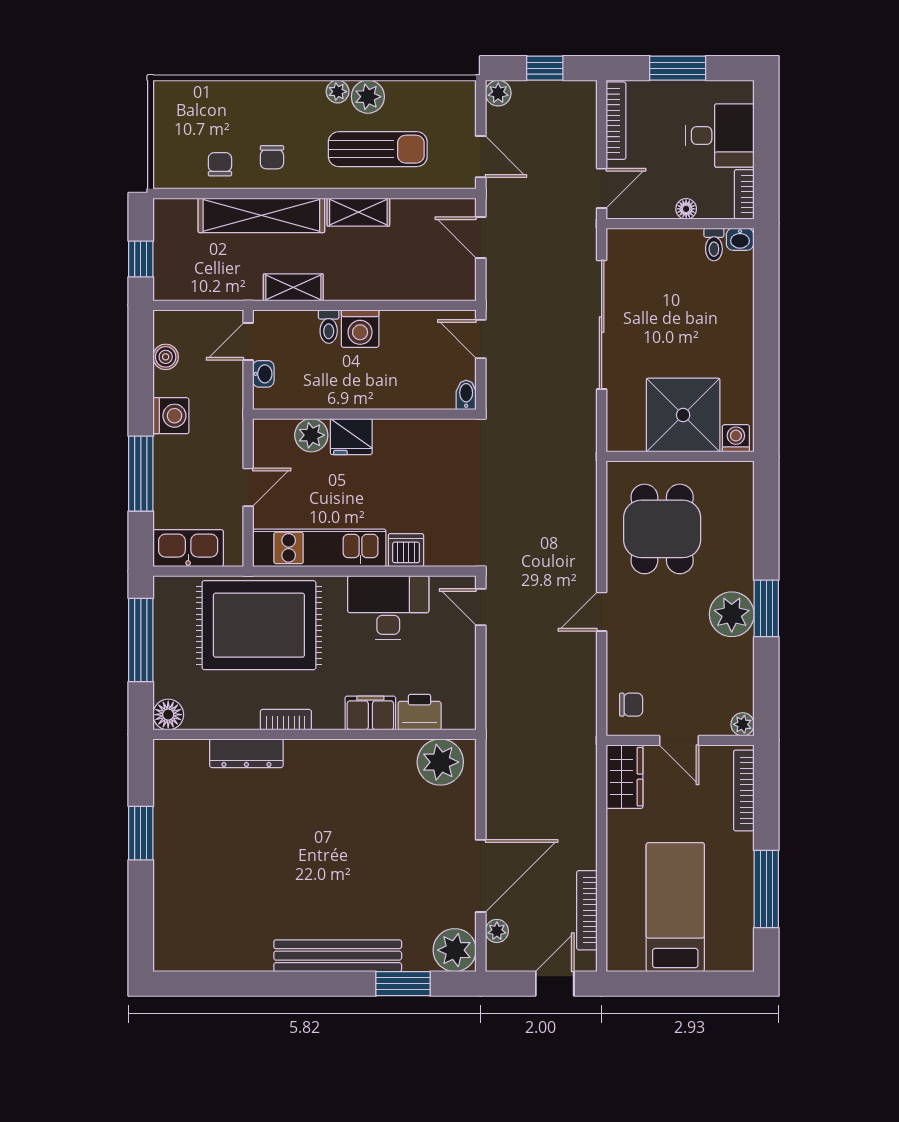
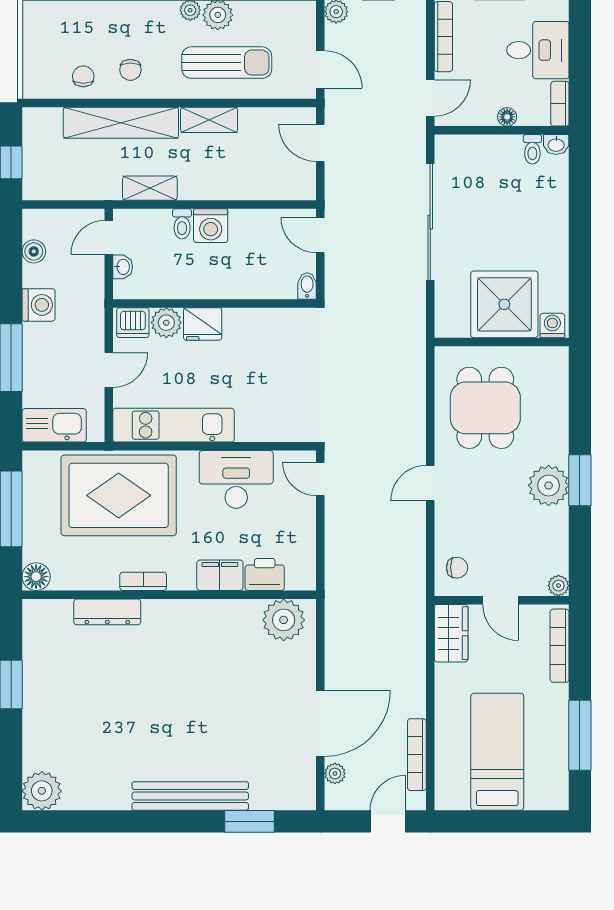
dishwasher: (406, 550) -> (133, 323), moved, turned 180
plant: (455, 950) -> (42, 791), moved

